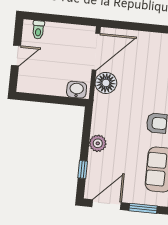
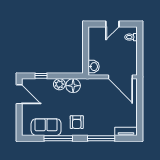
door: (16, 56) -> (112, 24), hinge flipped
floor lamp: (106, 83) -> (73, 86), moved
window: (143, 208) -> (19, 119), removed

